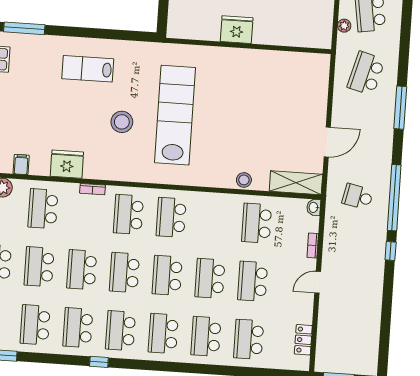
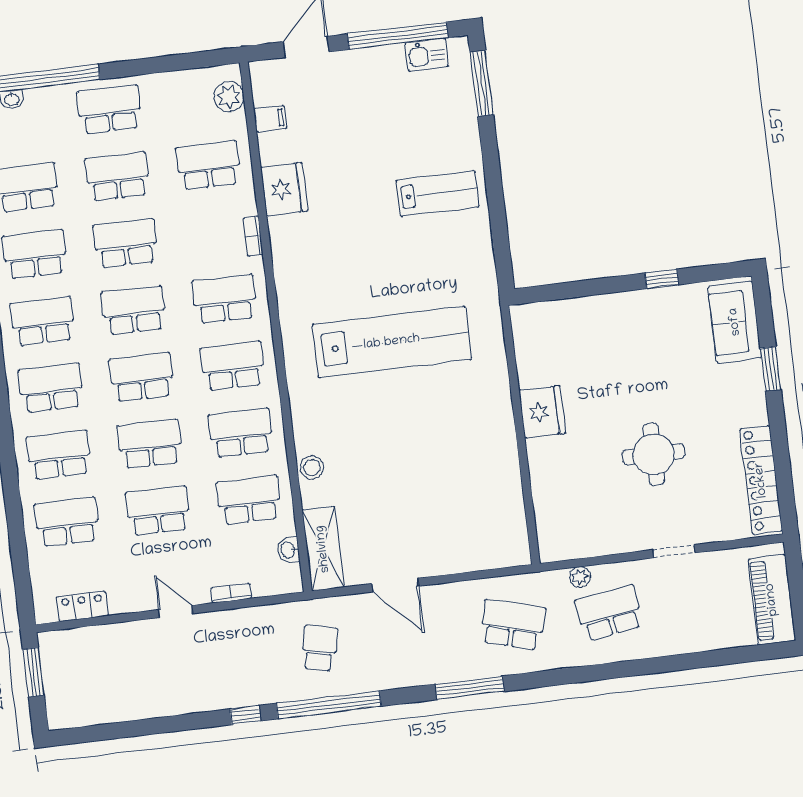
lab bench: (88, 69) -> (438, 193), turned 90
stool: (122, 122) -> (366, 262), removed
washbasin: (314, 207) -> (288, 550), moved, turned -90
school desk: (214, 220) -> (241, 433), added

